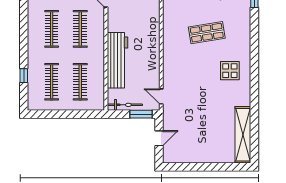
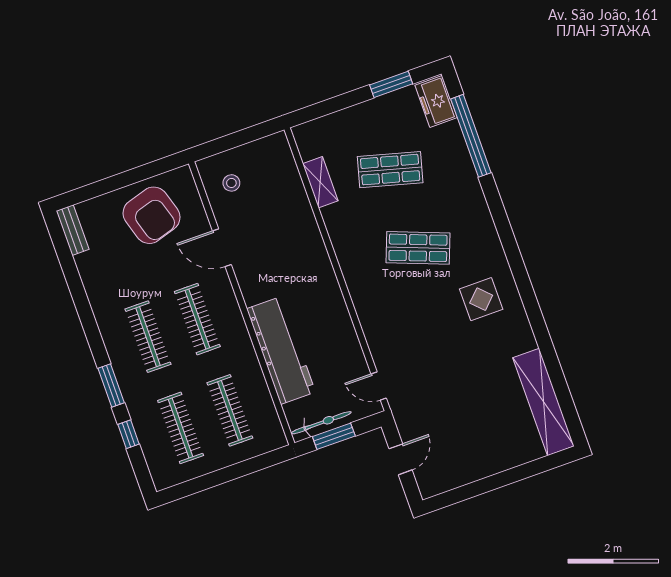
shop shelf: (207, 33) -> (418, 248), turned 30
window: (24, 47) -> (111, 385), added
window: (141, 114) -> (334, 436), moved

